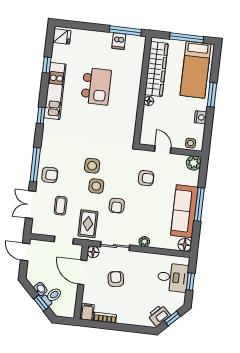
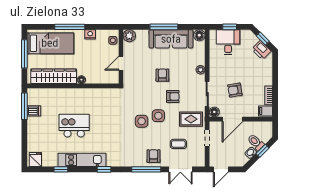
window: (212, 95) -> (70, 27), width x1.44
armchair: (146, 178) -> (162, 75), moved

